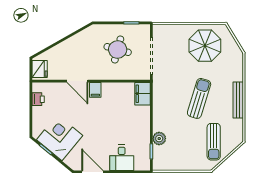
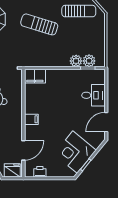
door: (77, 81) -> (23, 150), moved
plant: (159, 153) -> (89, 61), added

